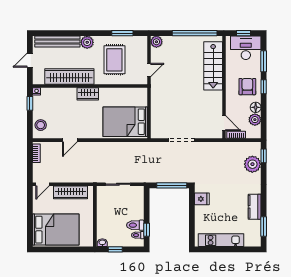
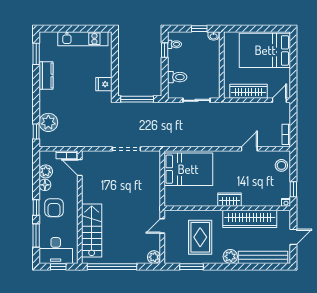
toilet: (135, 225) -> (177, 77), moved

